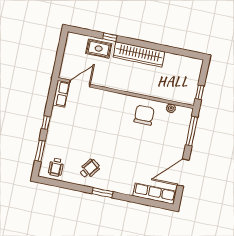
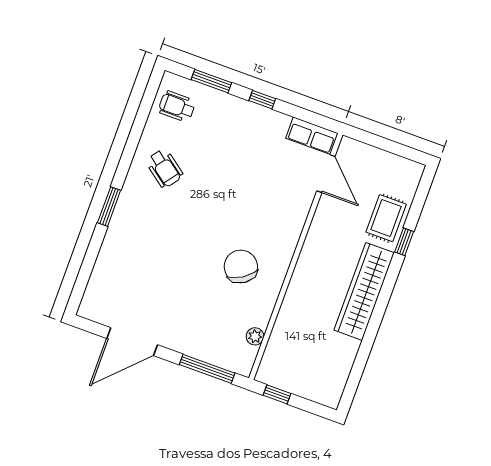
chair: (144, 115) -> (241, 267), moved, turned -123
door: (183, 173) -> (132, 342), swing flipped
window: (102, 193) -> (109, 207), moved
row of seats: (155, 194) -> (101, 283), removed

